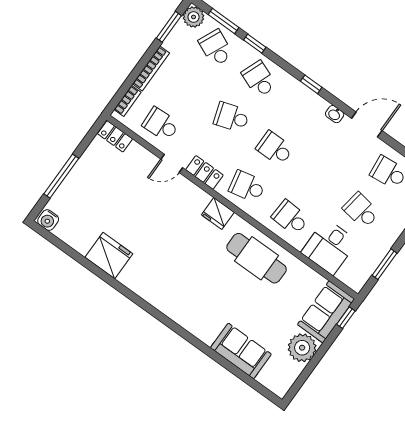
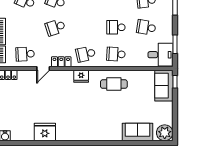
school desk: (275, 148) -> (116, 27), moved
desk: (329, 247) -> (160, 55), moved, turned -90
cafe table: (257, 258) -> (114, 84), width x0.73, depth x0.74
plant: (302, 348) -> (165, 133), moved

